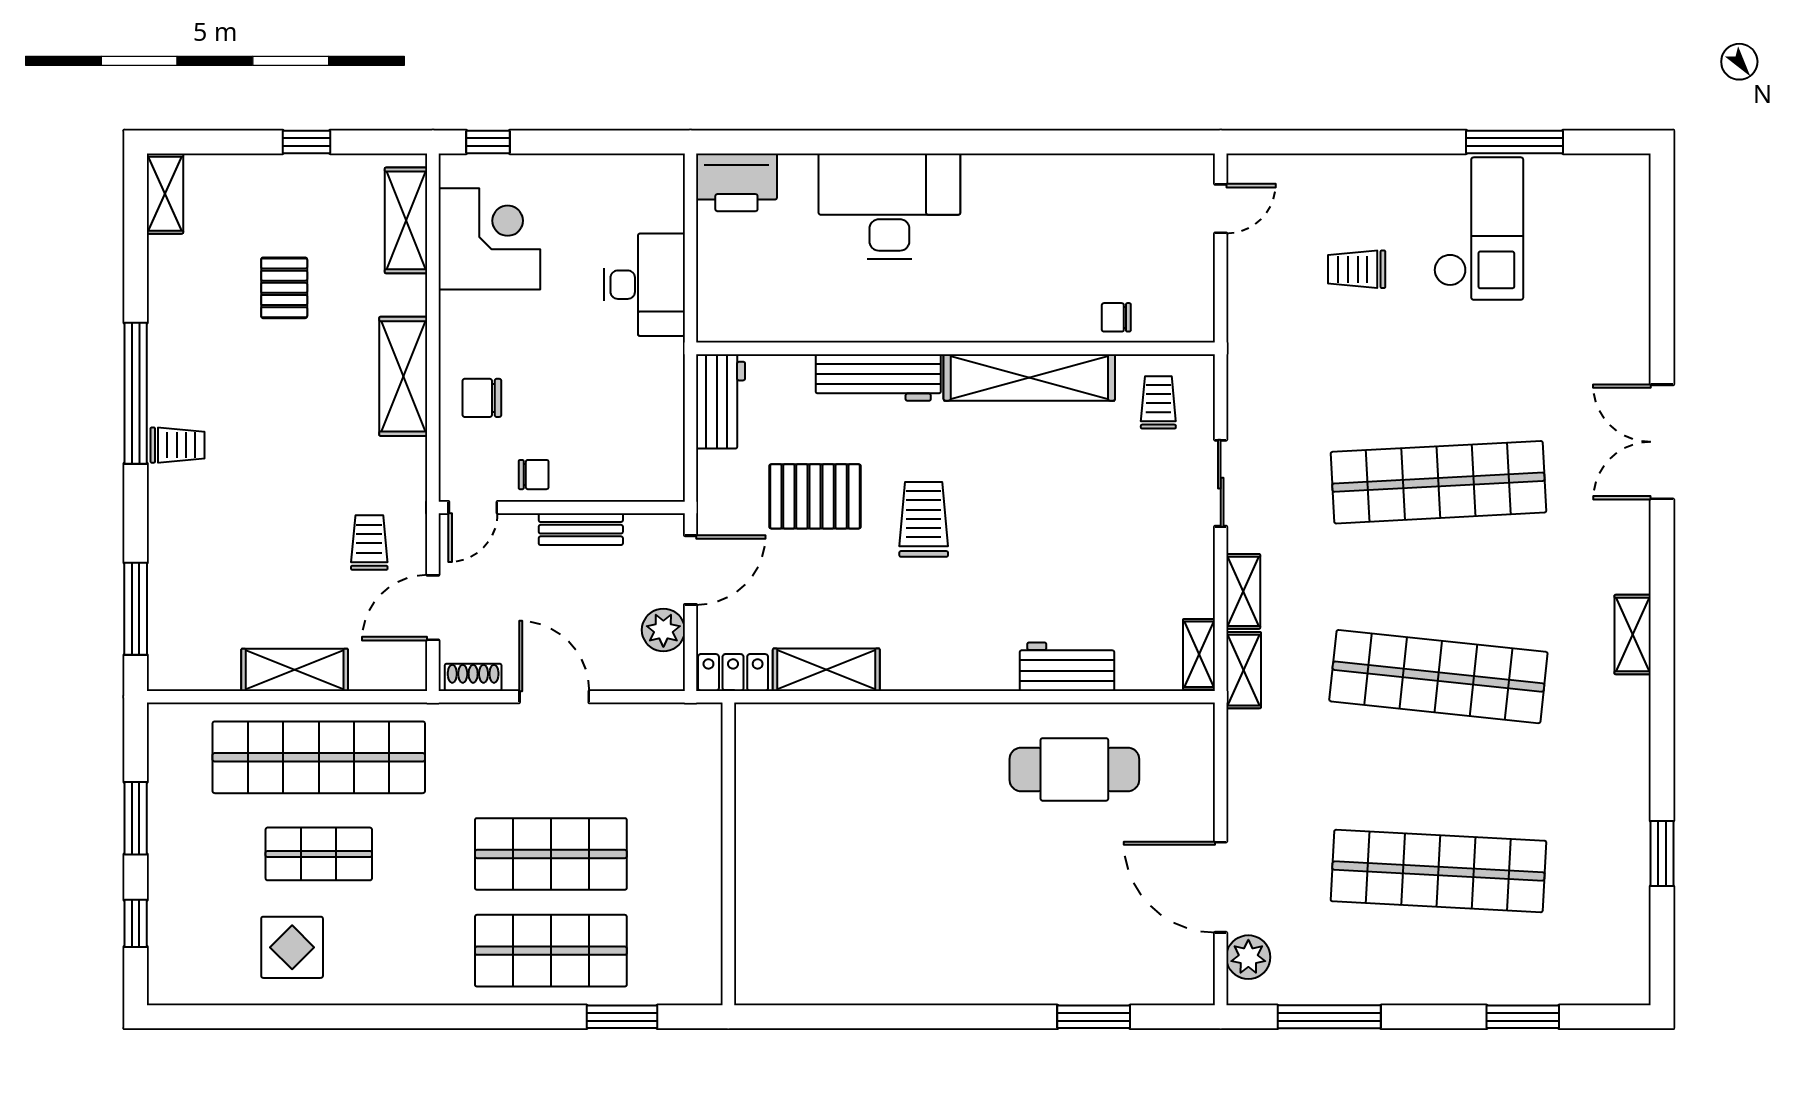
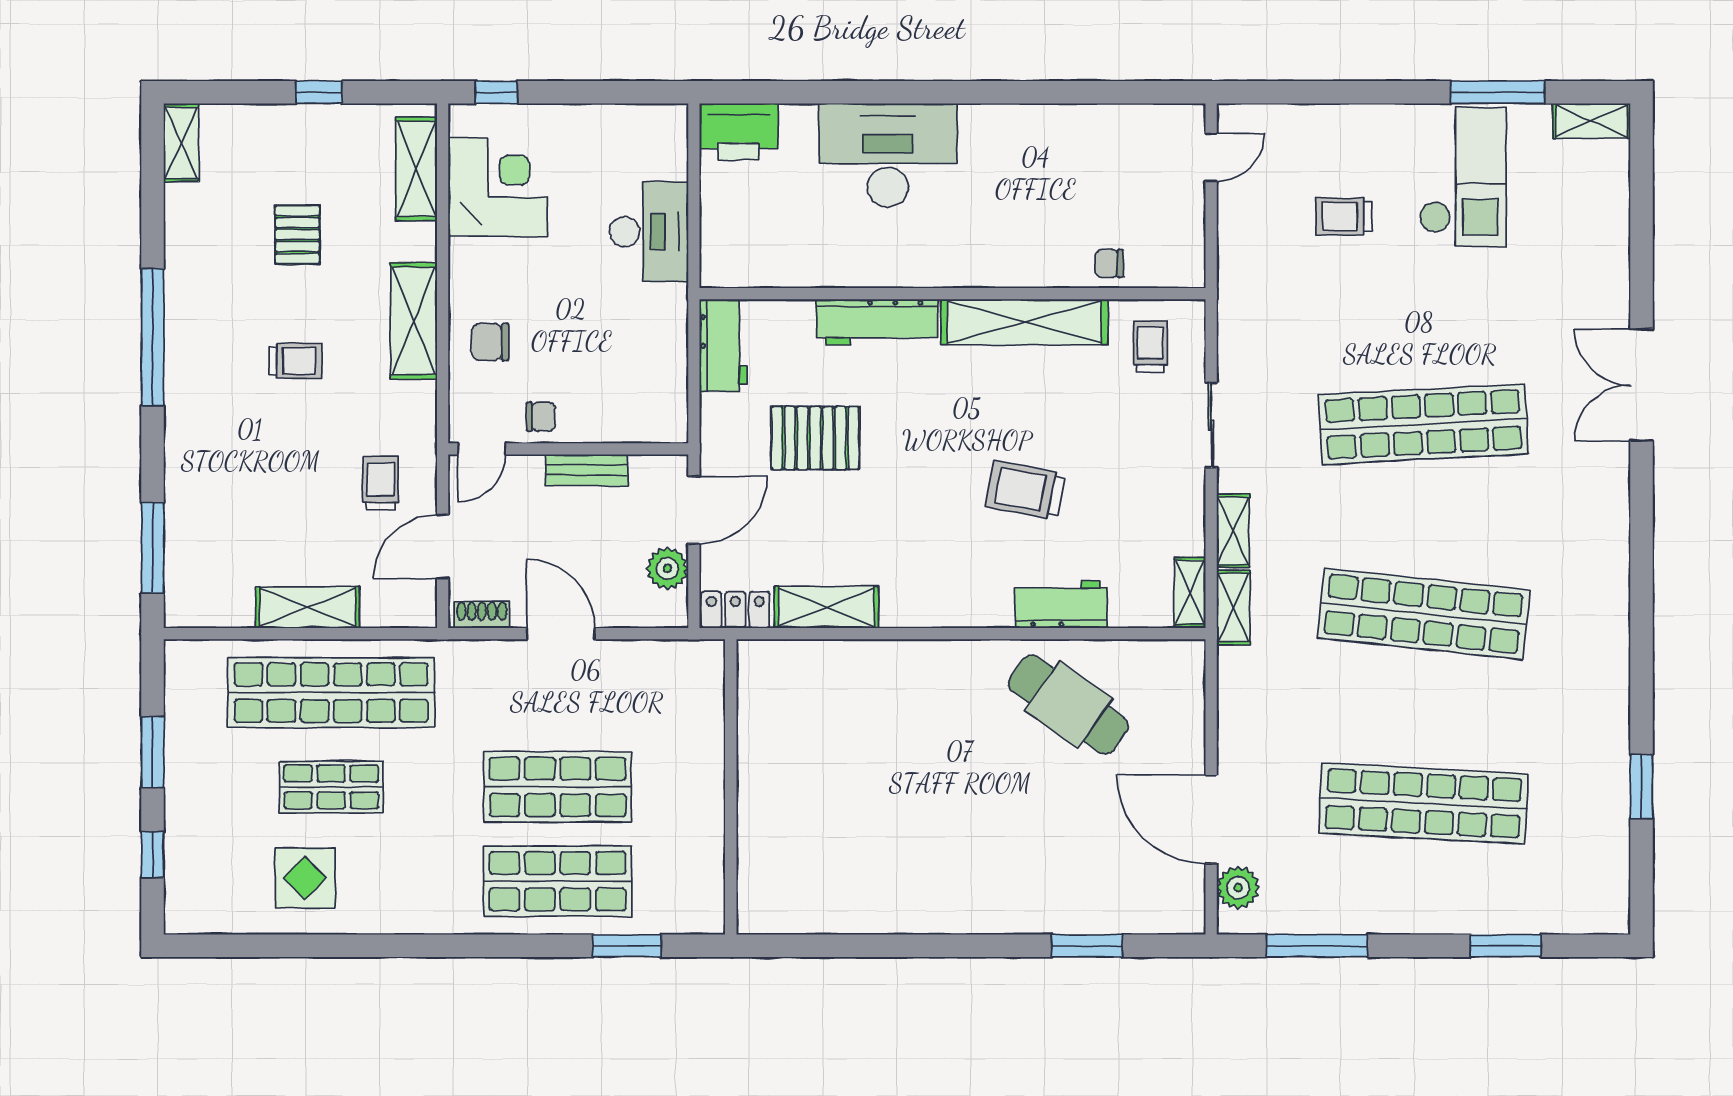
trolley: (178, 445) -> (295, 361), moved
trolley: (924, 519) -> (1025, 490), moved, turned -79
shelving: (1633, 635) -> (1591, 121), moved, turned 90
cafe table: (1074, 769) -> (1068, 704), turned 35

